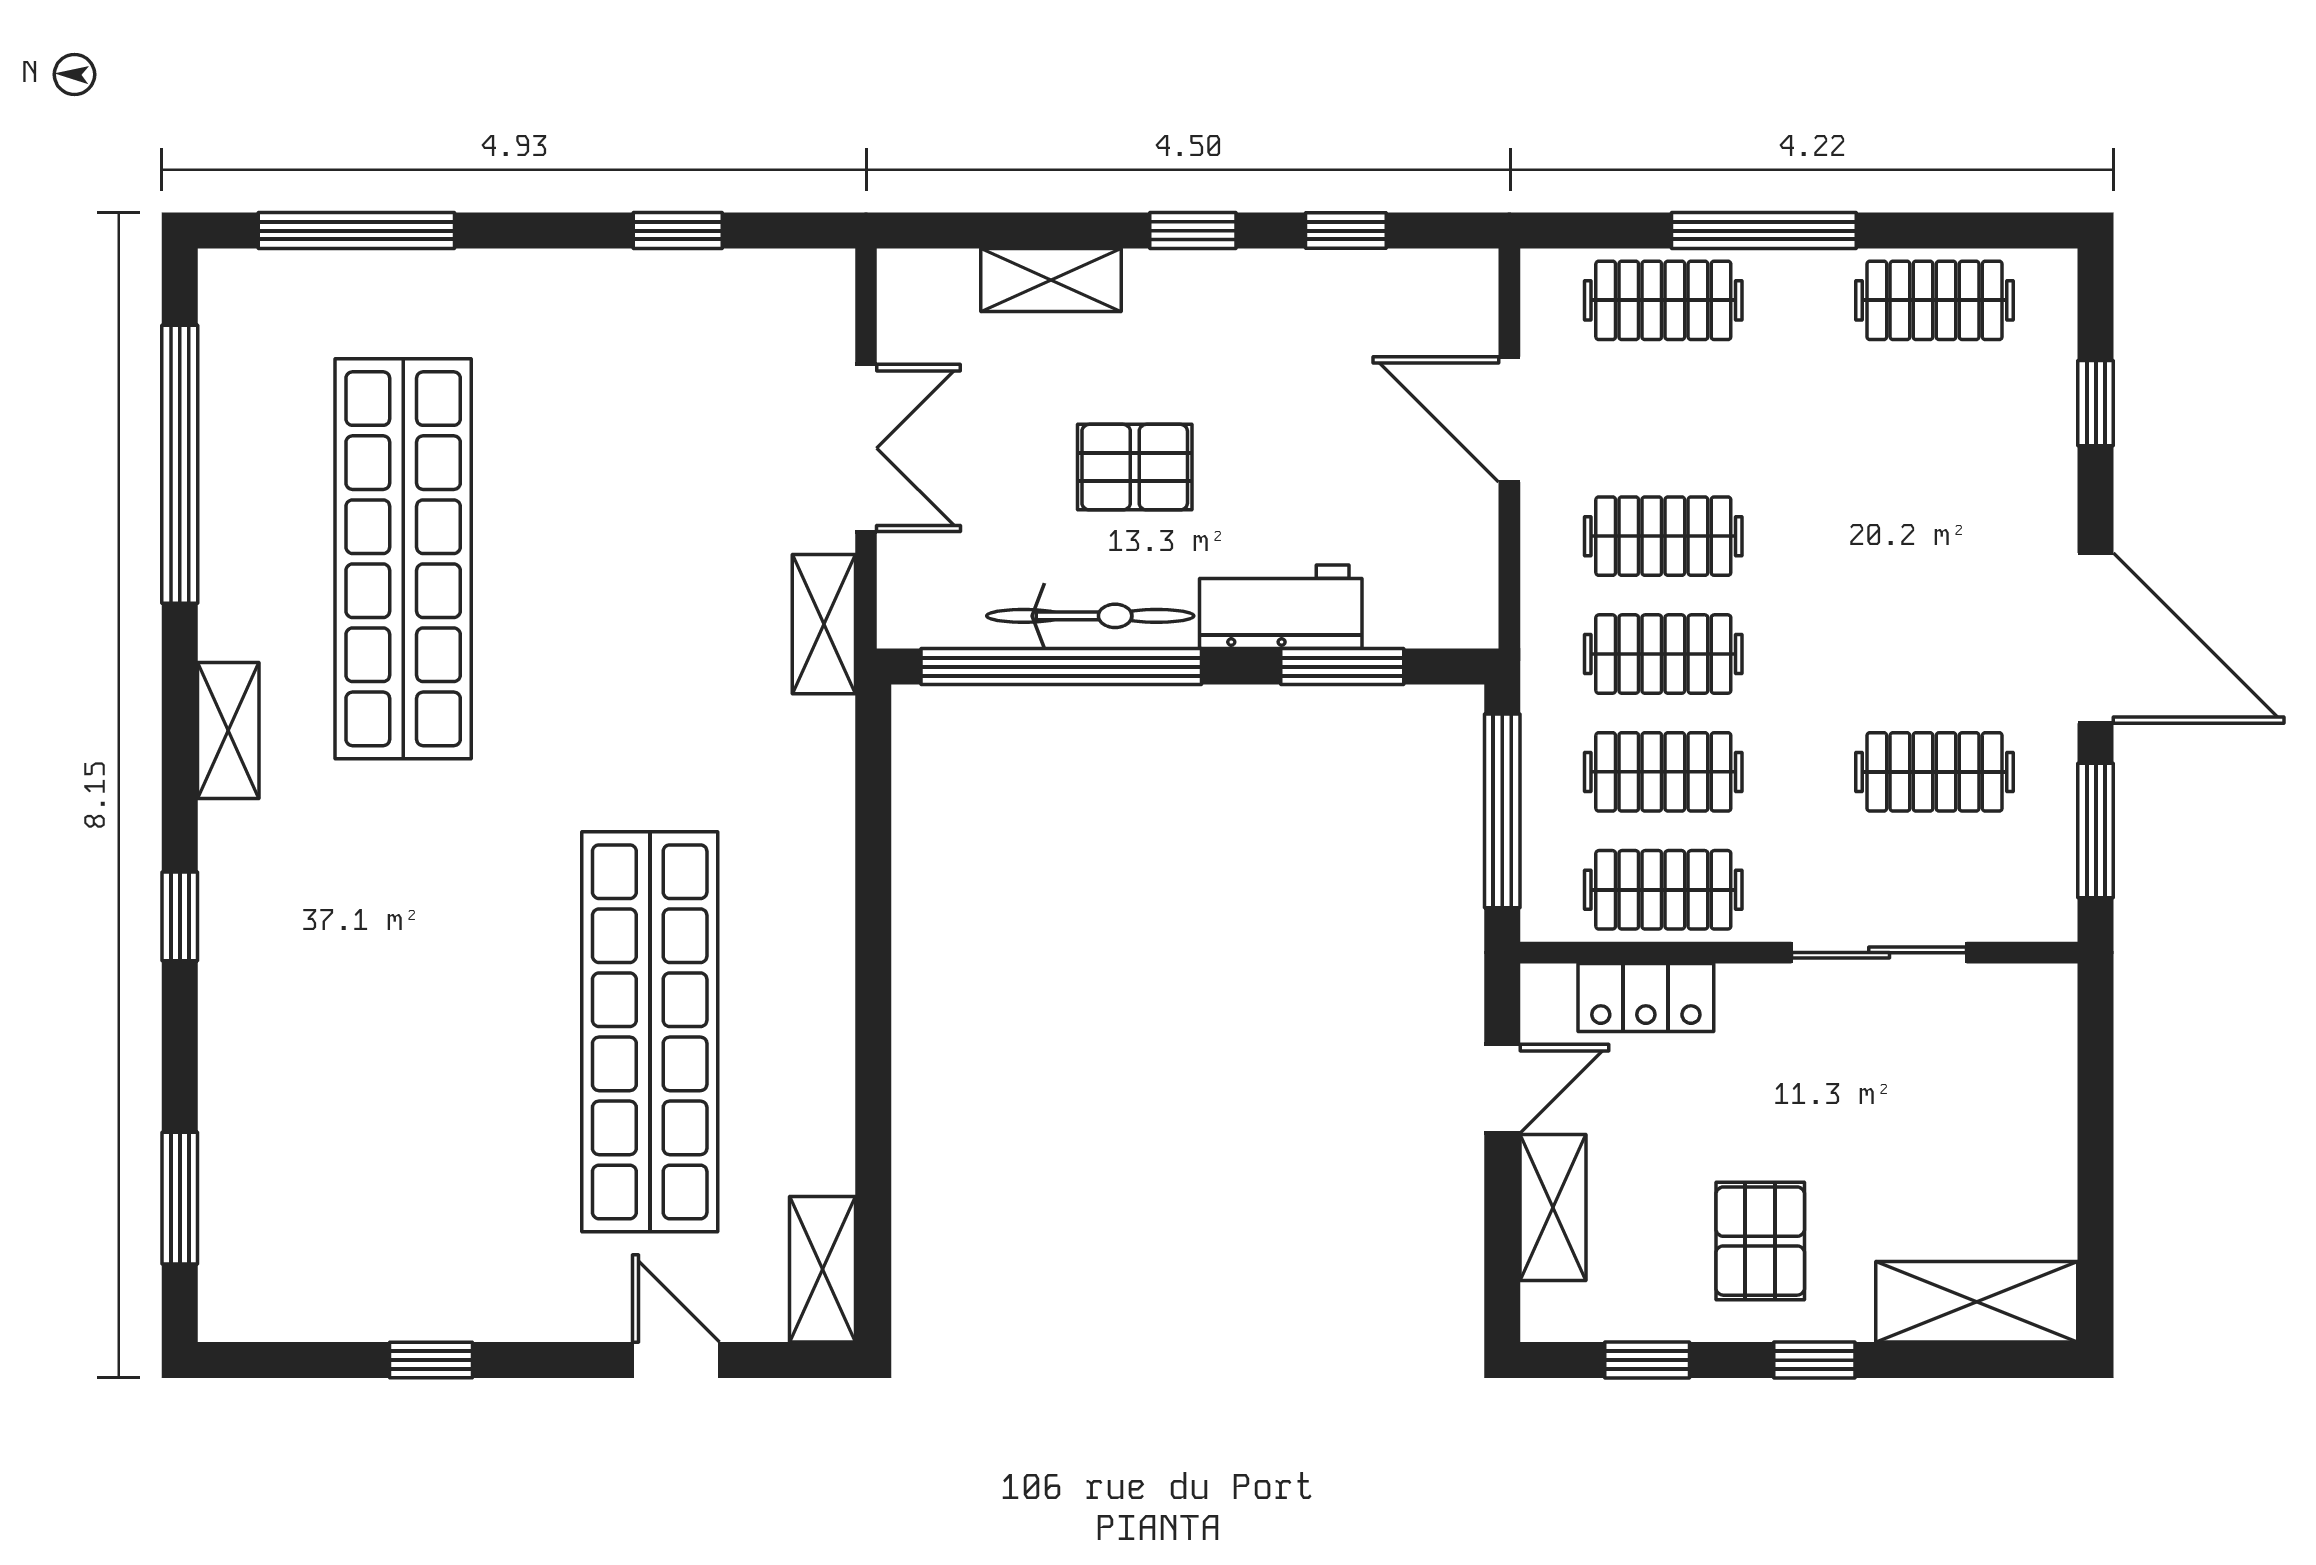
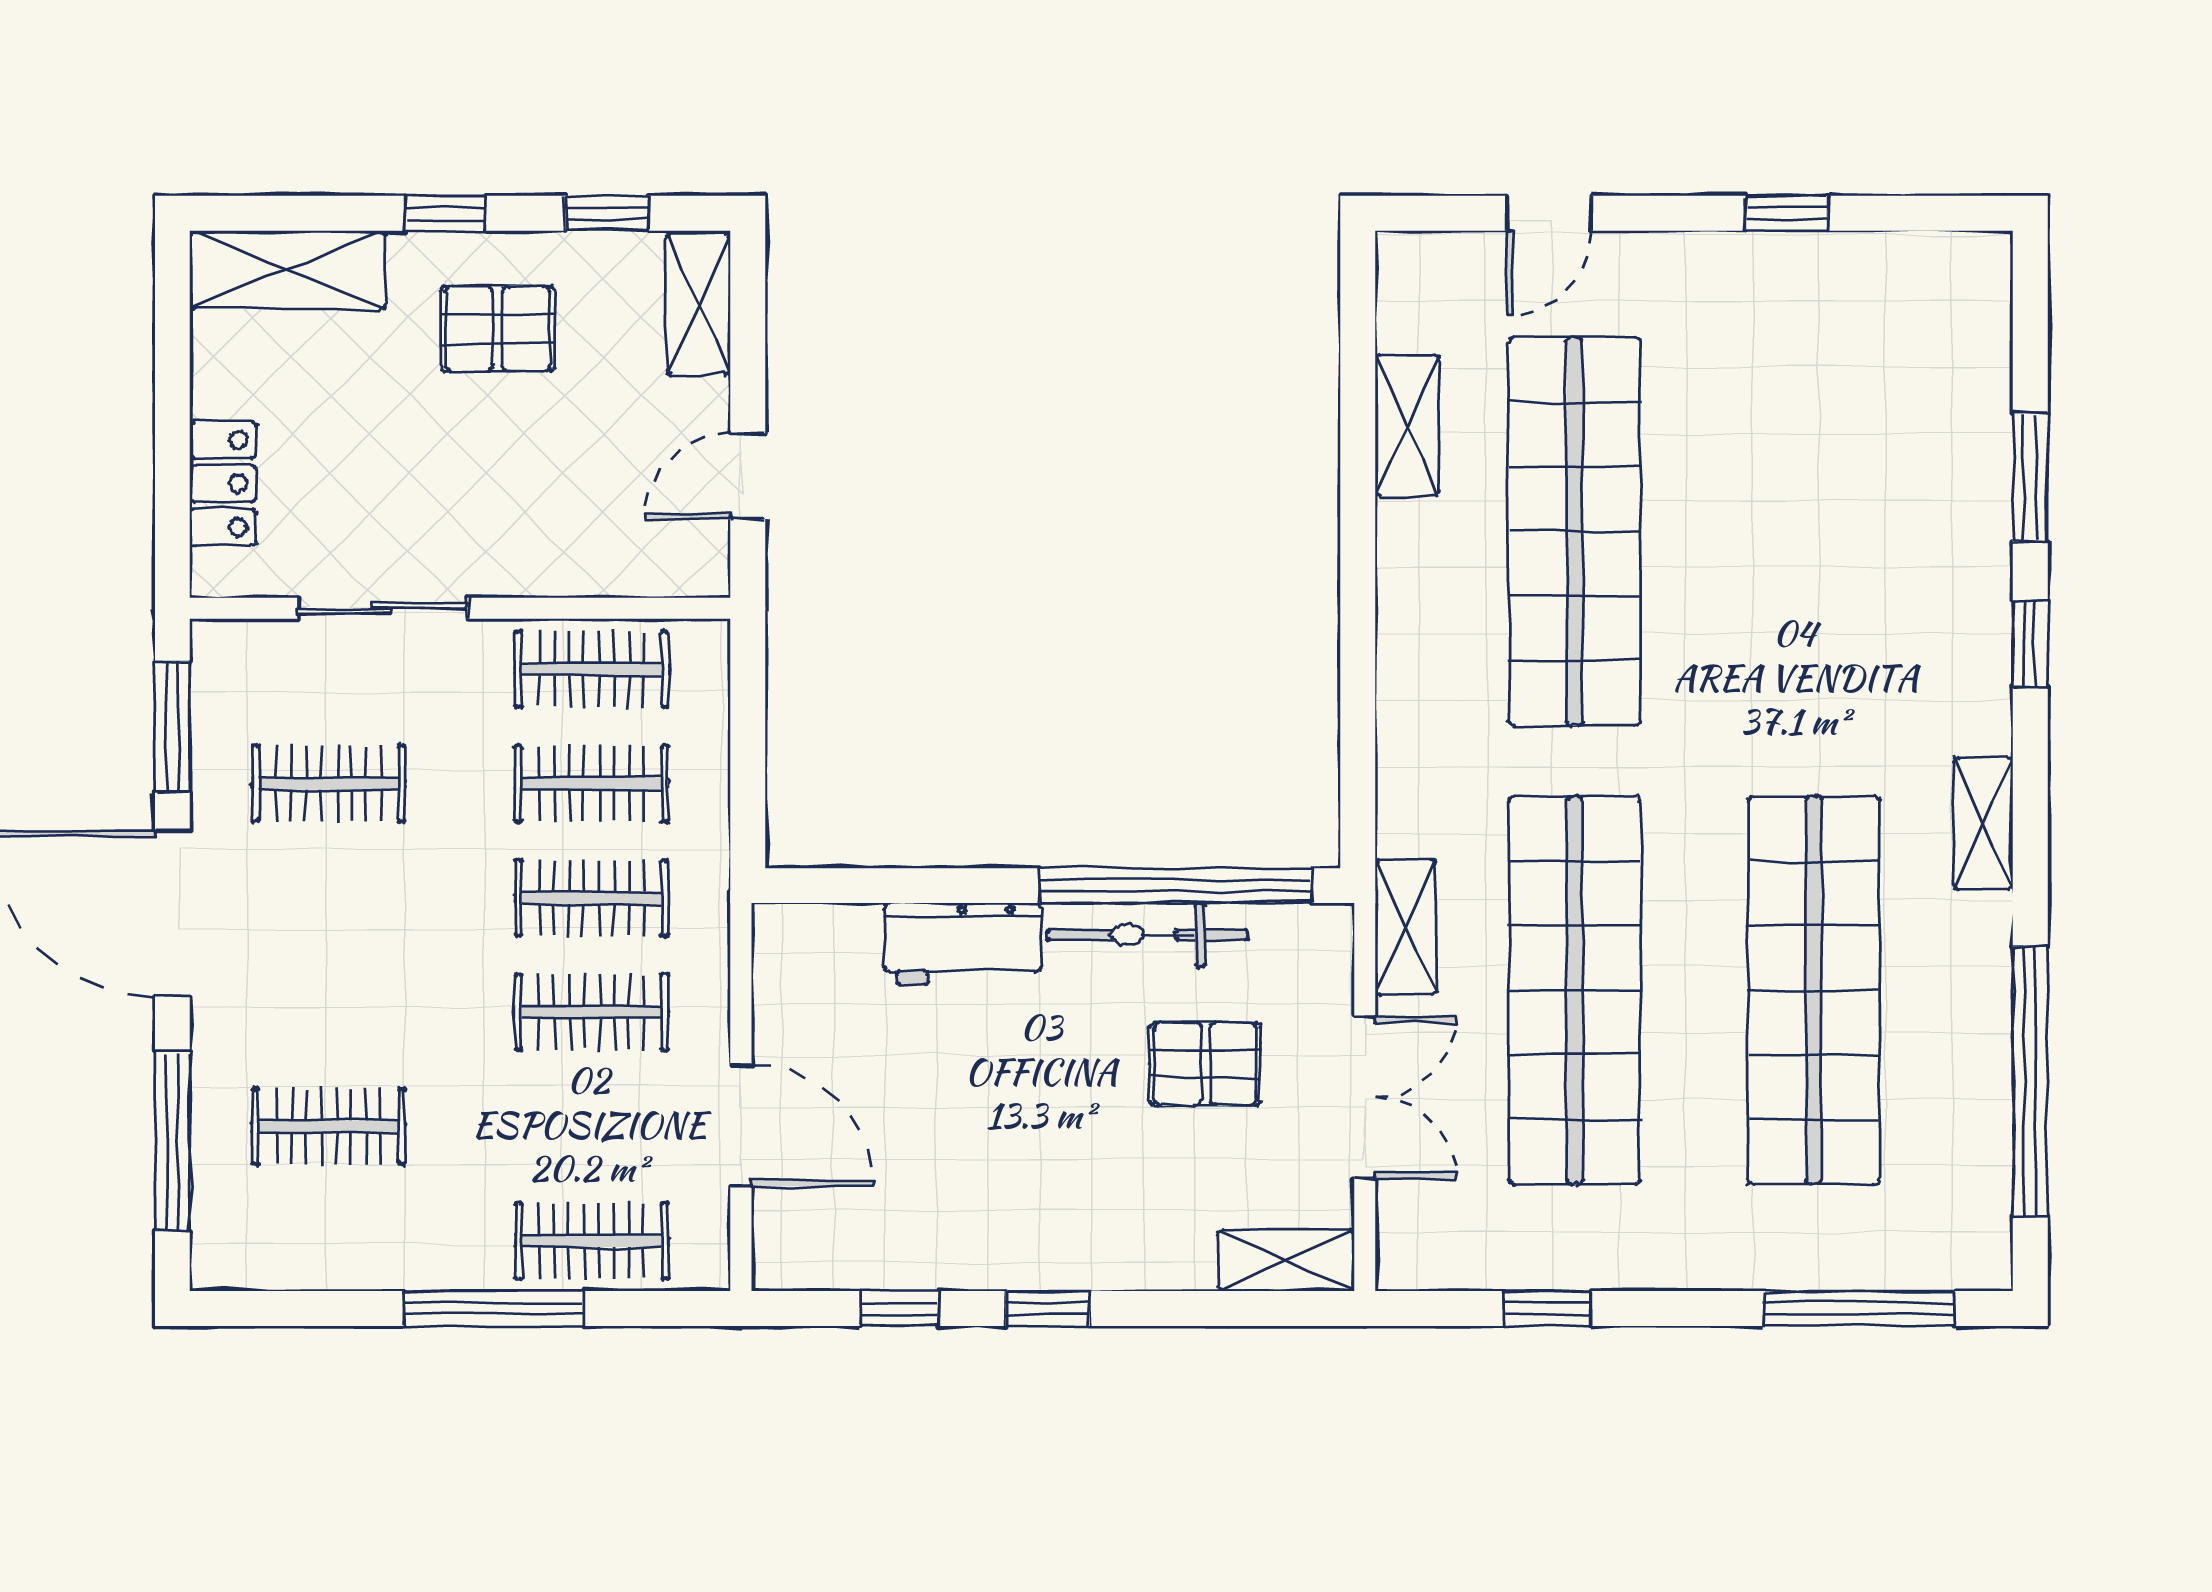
shelving: (1051, 280) -> (1286, 1261), moved
clothes rail: (1935, 300) -> (329, 1126), moved
window: (2096, 403) -> (172, 1141), width x2.17
double door: (866, 448) -> (1365, 1097), swing flipped
pallet: (1135, 467) -> (1205, 1064), moved
shop shelf: (650, 559) -> (1574, 990), added
window: (1342, 667) -> (903, 886), removed
window: (1502, 811) -> (748, 746), removed
locker: (1646, 997) -> (223, 484), moved, turned 90
window: (180, 1198) -> (2030, 477), moved
shelving: (1553, 1208) -> (699, 304), moved
pallet: (1760, 1241) -> (498, 329), turned 90
shelving: (822, 1269) -> (1407, 425), moved
door: (676, 1360) -> (1549, 213), hinge flipped

